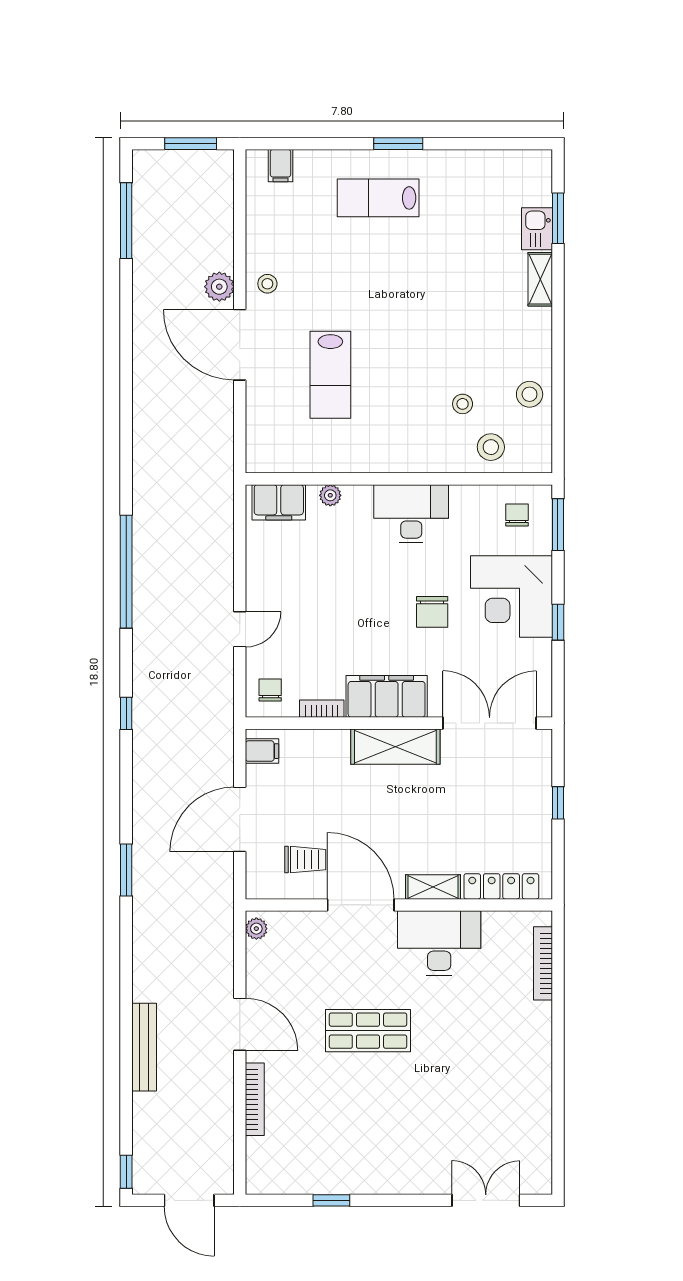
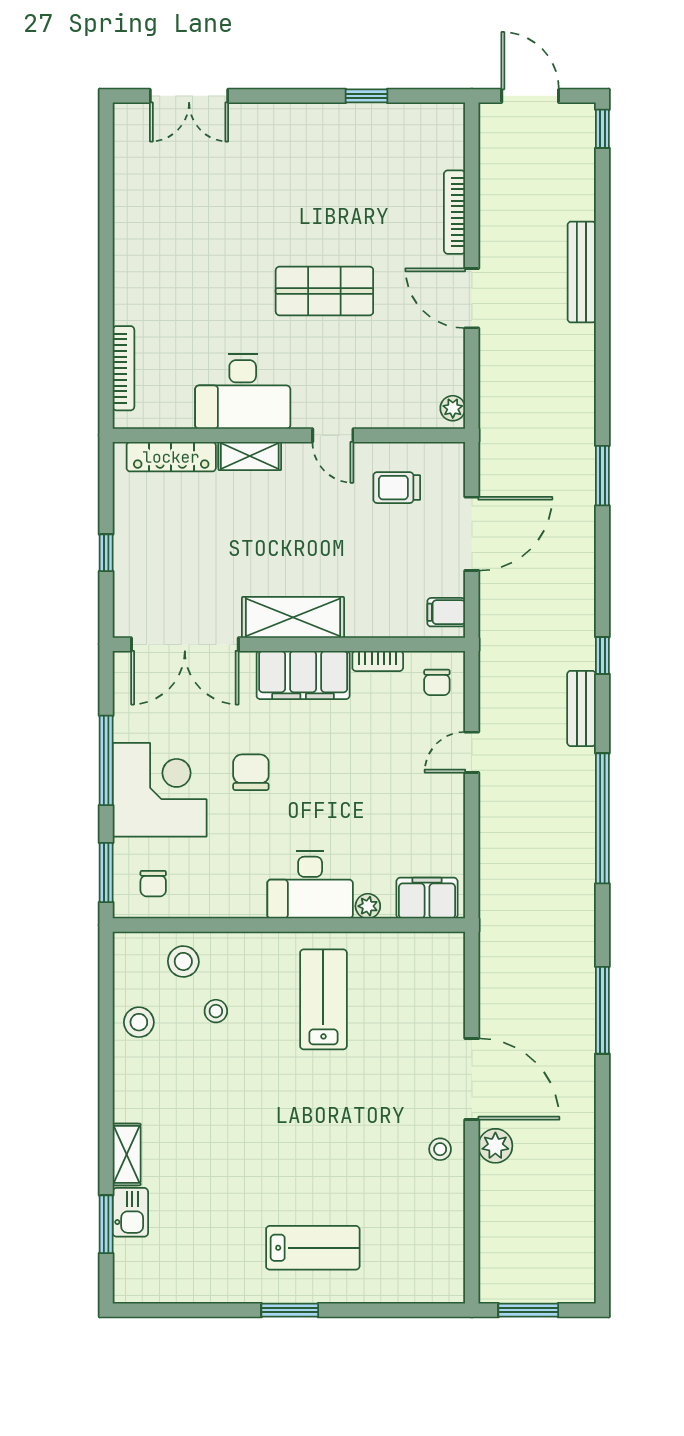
filing cabinet: (281, 166) -> (425, 1285), removed
window: (126, 221) -> (602, 1010), moved
lab bench: (330, 375) -> (323, 999), moved
desk: (411, 514) -> (310, 885), moved
window: (558, 622) -> (106, 760), width x2.17
bench: (144, 667) -> (581, 708), added
door: (361, 905) -> (333, 435), width x0.53

